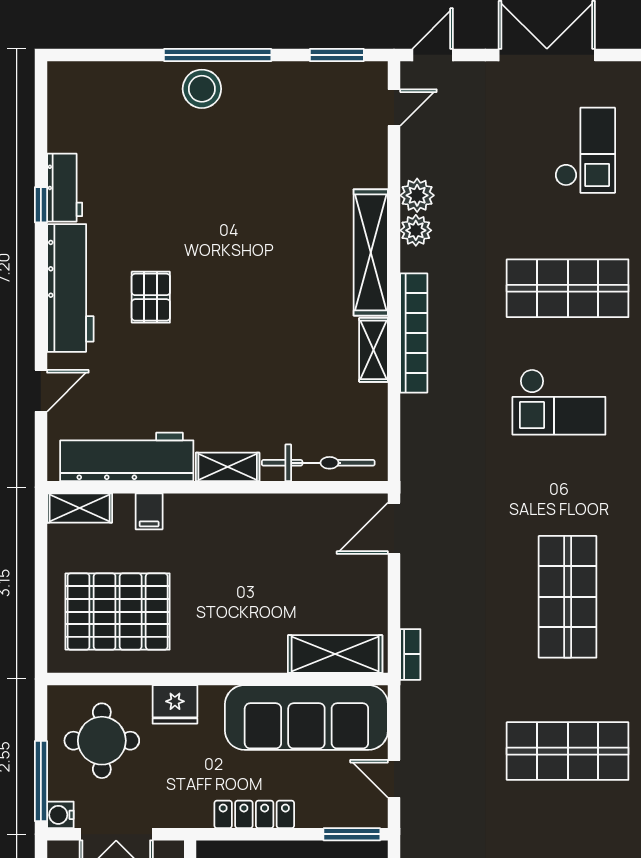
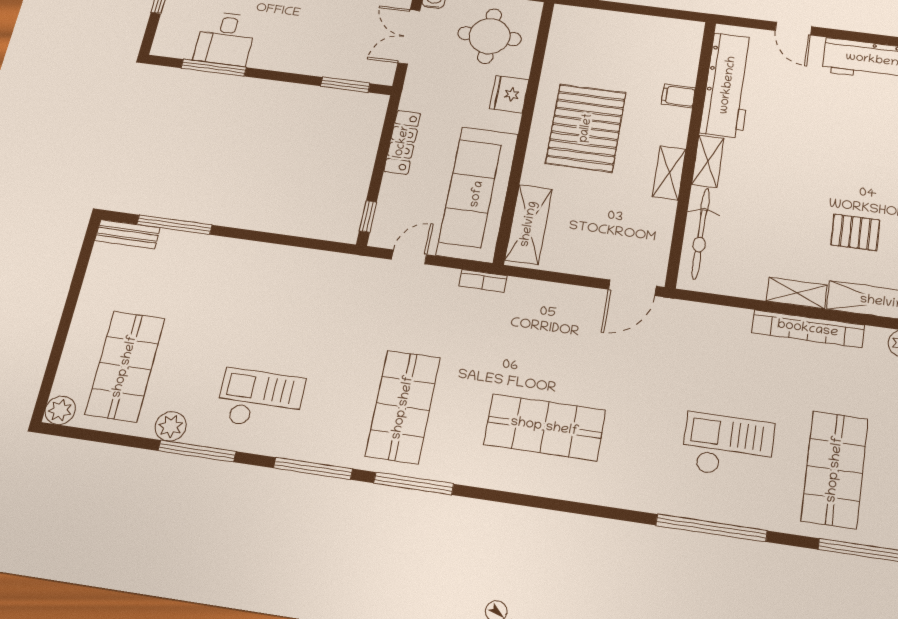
pallet: (151, 297) -> (855, 232), moved
checkout: (559, 402) -> (728, 446), turned 90
shelving: (80, 508) -> (669, 173), moved
door: (394, 528) -> (632, 288), swing flipped
pallet: (118, 612) -> (586, 128), moved
bookcase: (410, 654) -> (483, 281), moved
window: (352, 834) -> (368, 216), width x0.67

